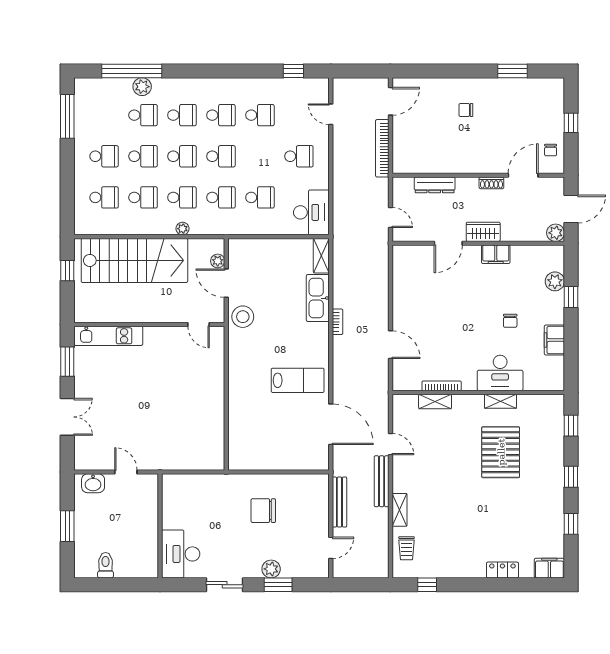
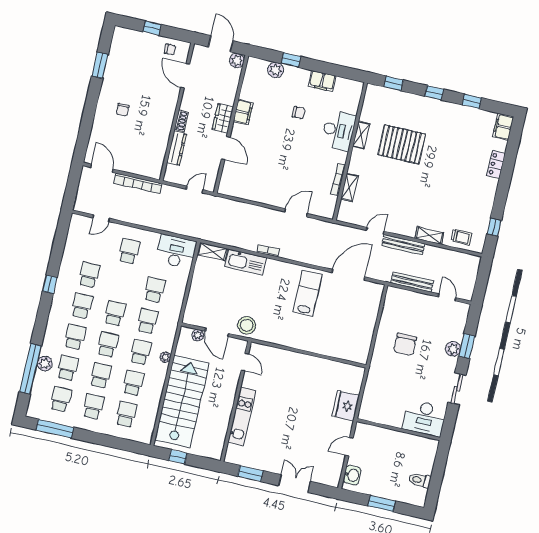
window: (293, 71) -> (50, 284), moved
school desk: (104, 115) -> (61, 399), added
shoe rack: (491, 183) -> (181, 121), moved
door: (226, 283) -> (217, 332), hinge flipped
door: (198, 324) -> (245, 362), hinge flipped
kitchen unit: (108, 336) -> (242, 416), moved
fridge: (174, 457) -> (346, 406), added

